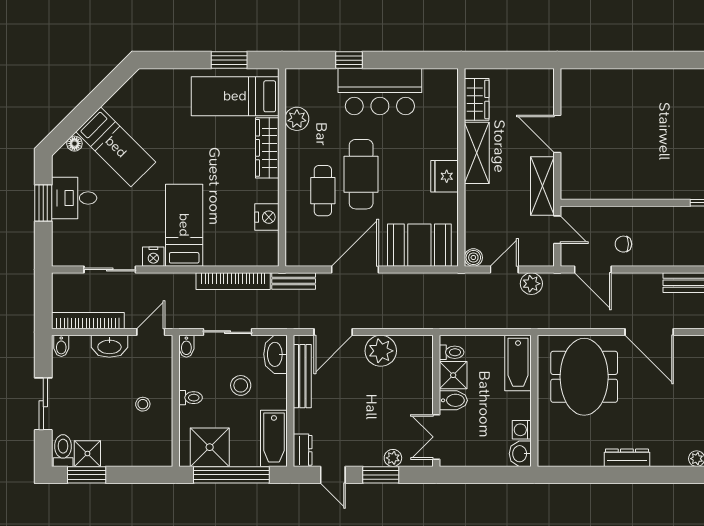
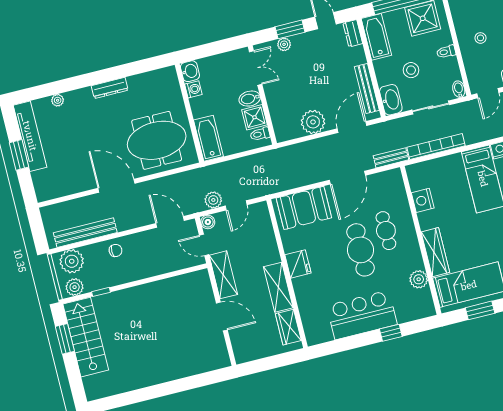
chair: (623, 244) -> (116, 250), moved
boiler: (473, 258) -> (208, 222), moved
meeting table: (584, 377) -> (157, 140), turned 90

